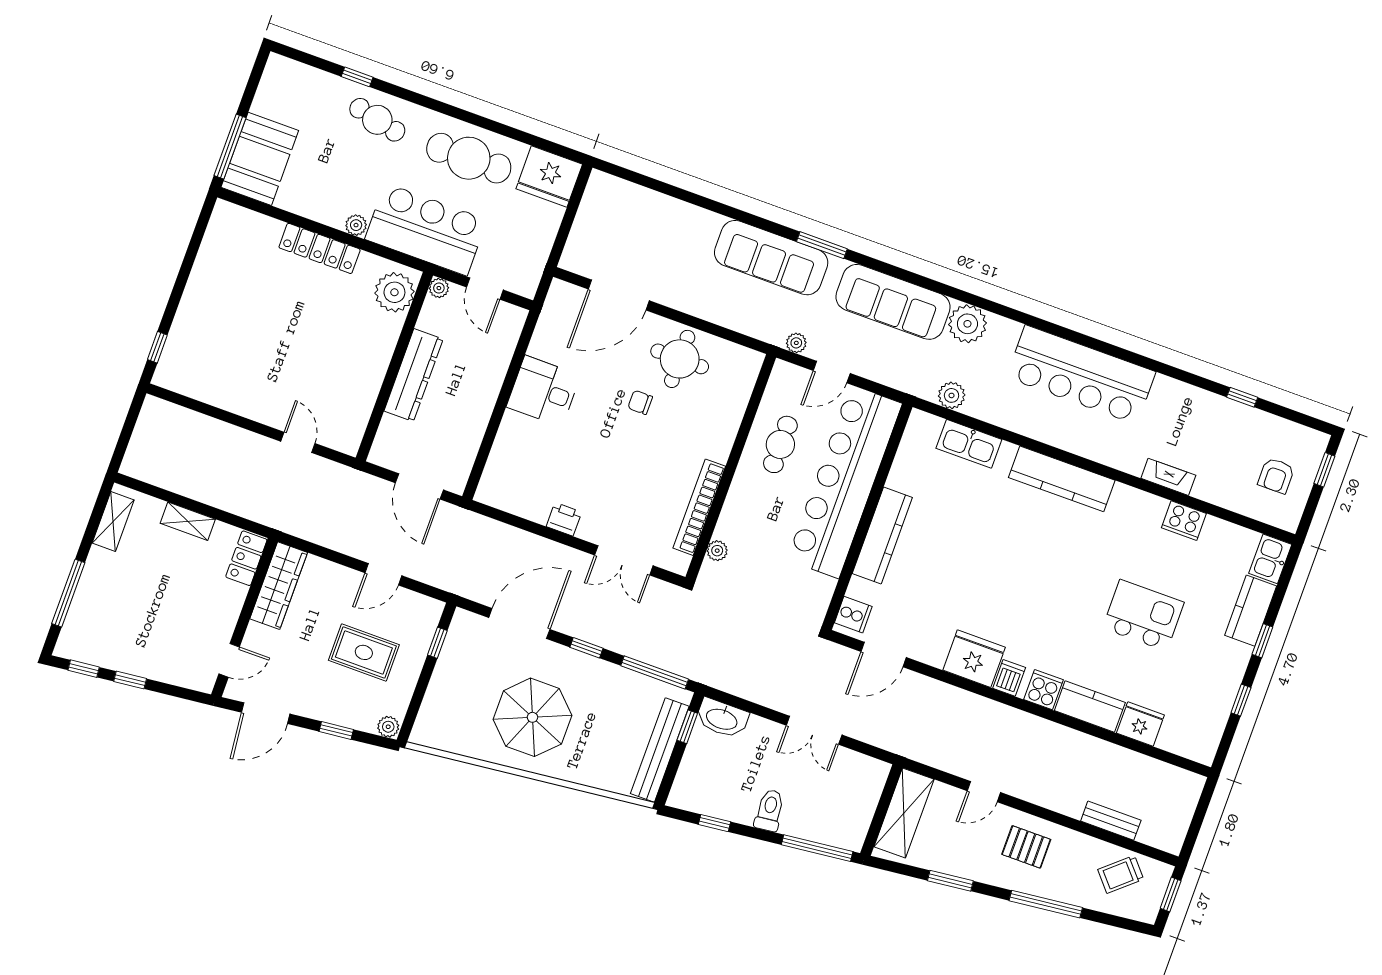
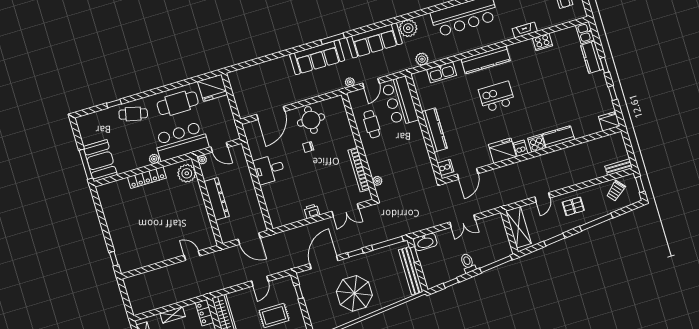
bar counter: (845, 482) -> (400, 101), width x0.54
kitchen island: (1143, 615) -> (497, 97), moved
fridge: (1140, 724) -> (609, 121), moved
bench: (1111, 821) -> (619, 167), moved

